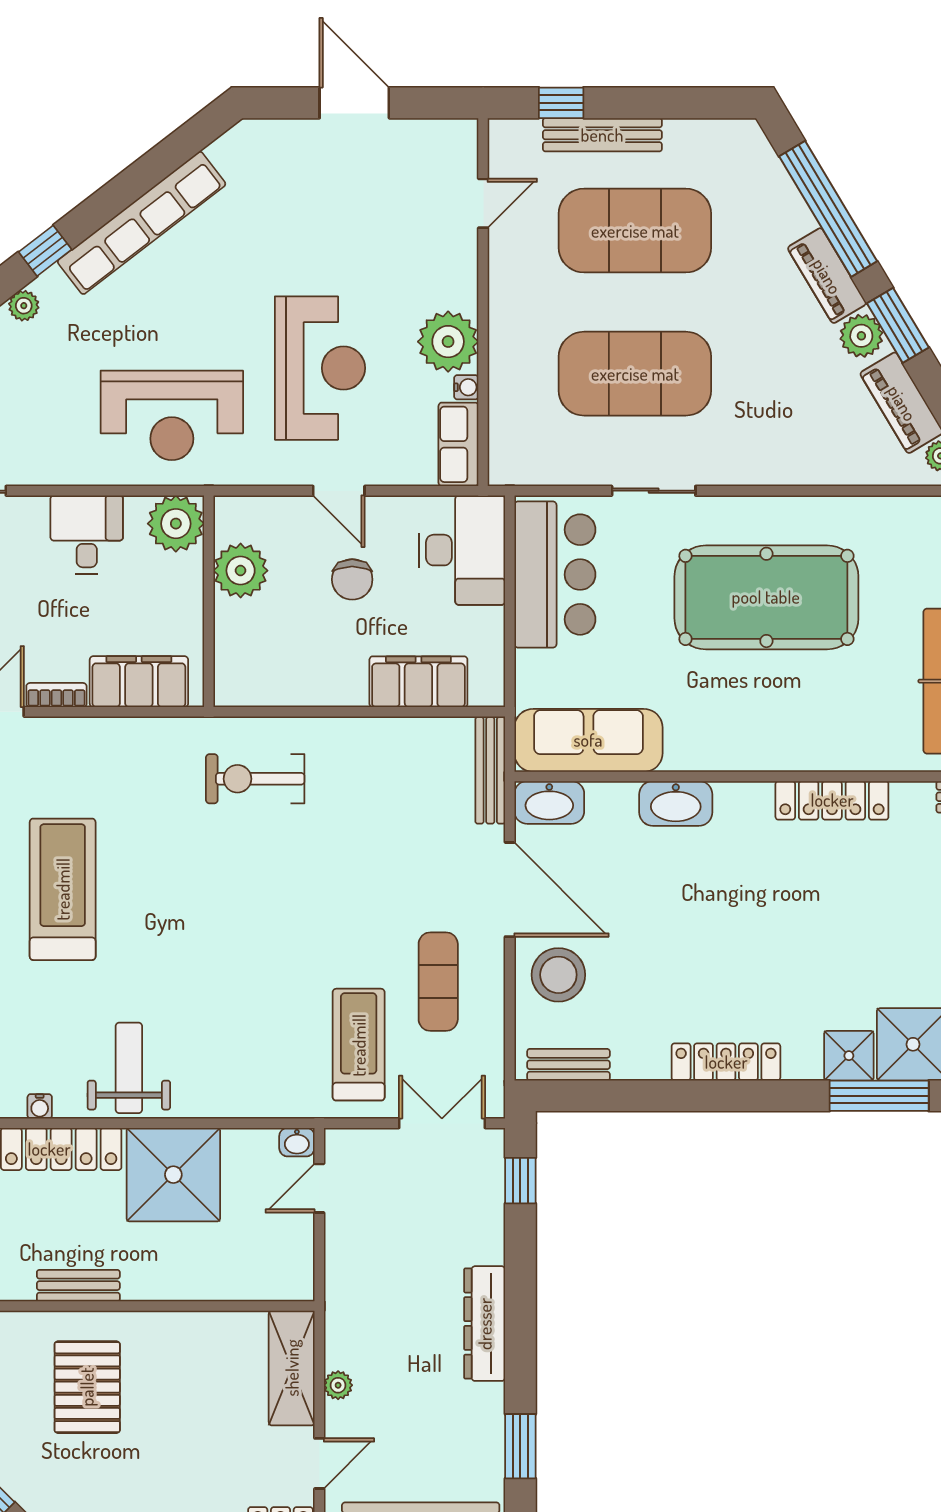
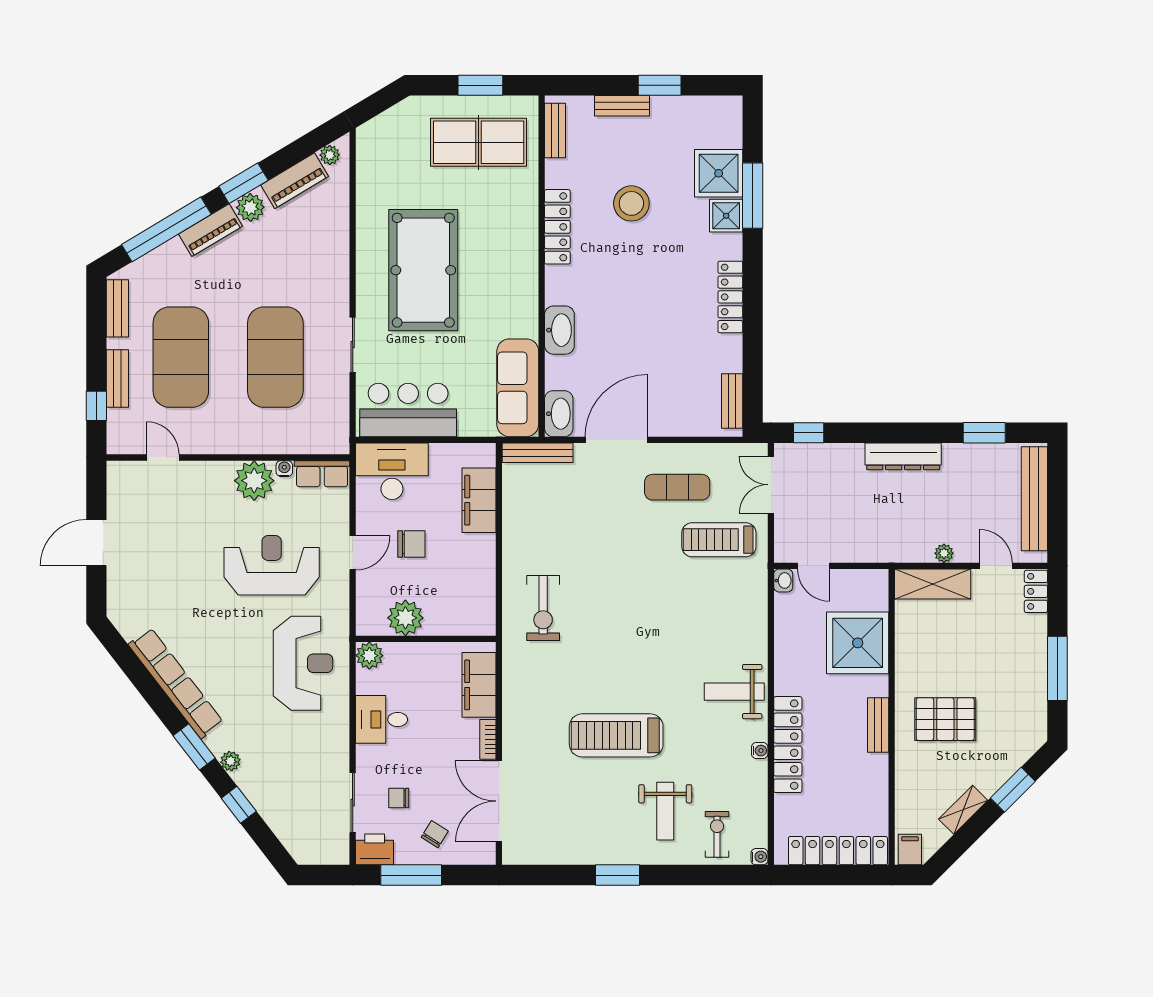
bench: (602, 135) -> (117, 379), width x0.73
bench: (709, 135) -> (117, 308), added
window: (45, 251) -> (194, 747), width x1.50
plant: (176, 524) -> (369, 656), width x0.73, depth x0.73
stool: (558, 975) -> (631, 203), moved
shower: (173, 1175) -> (858, 643), moved

